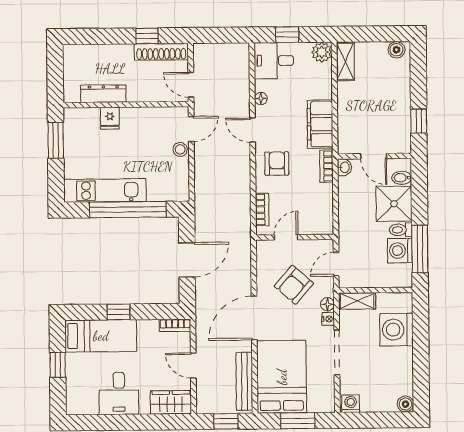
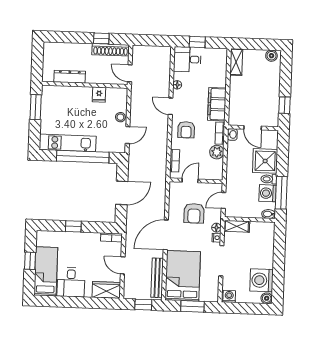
plant: (322, 52) -> (217, 152), moved
fridge: (110, 118) -> (99, 95), moved
door: (191, 129) -> (128, 135), moved
armchair: (277, 164) -> (186, 130), turned 180
bidet: (402, 178) -> (269, 214), moved
armchair: (294, 285) -> (194, 213), turned -41
washing machine: (396, 330) -> (262, 280), moved
bed: (101, 336) -> (46, 271), moved, turned -90

